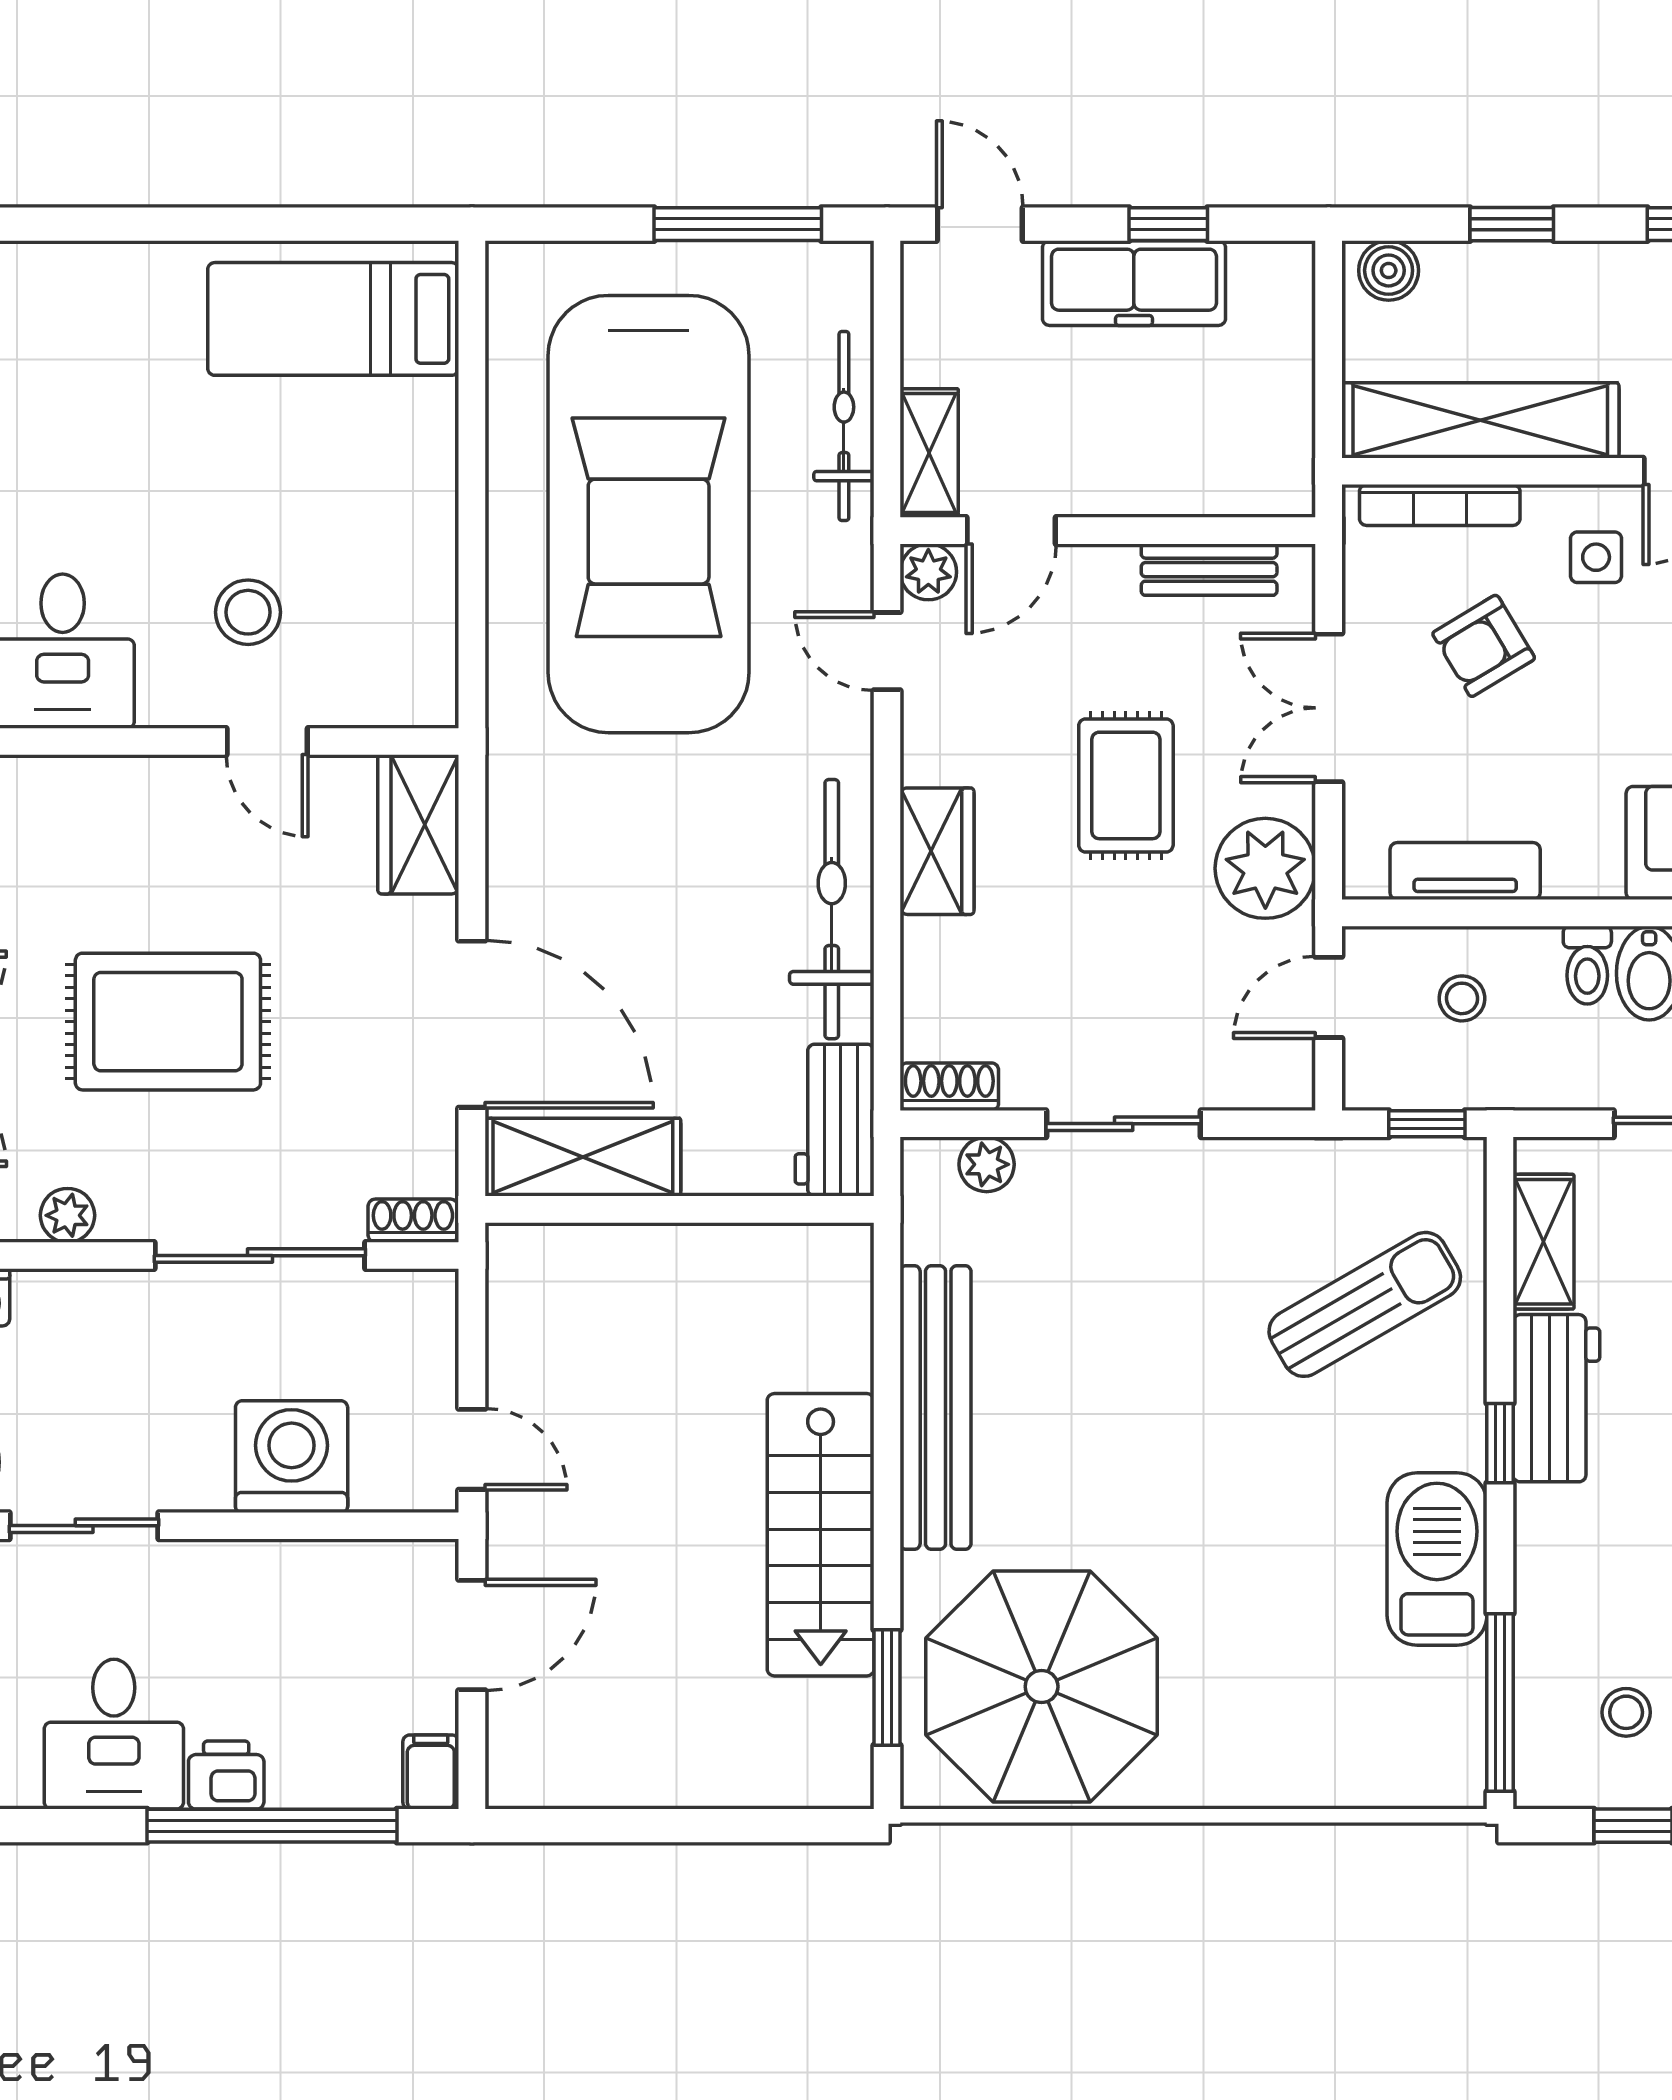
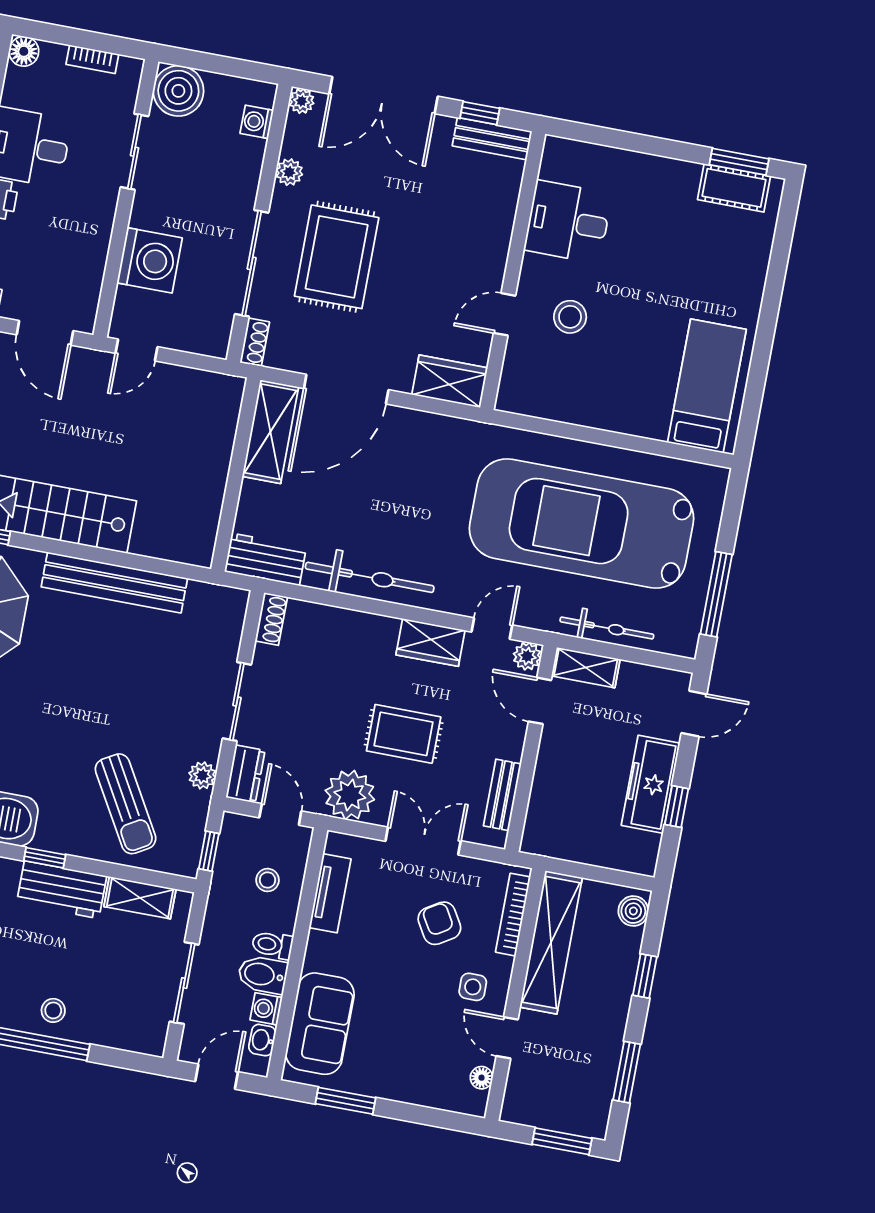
wardrobe: (937, 851) -> (430, 642), moved
rug: (168, 1022) -> (337, 257), moved
dresser: (1262, 1081) -> (245, 774), added
plant: (987, 1164) -> (202, 775), moved

